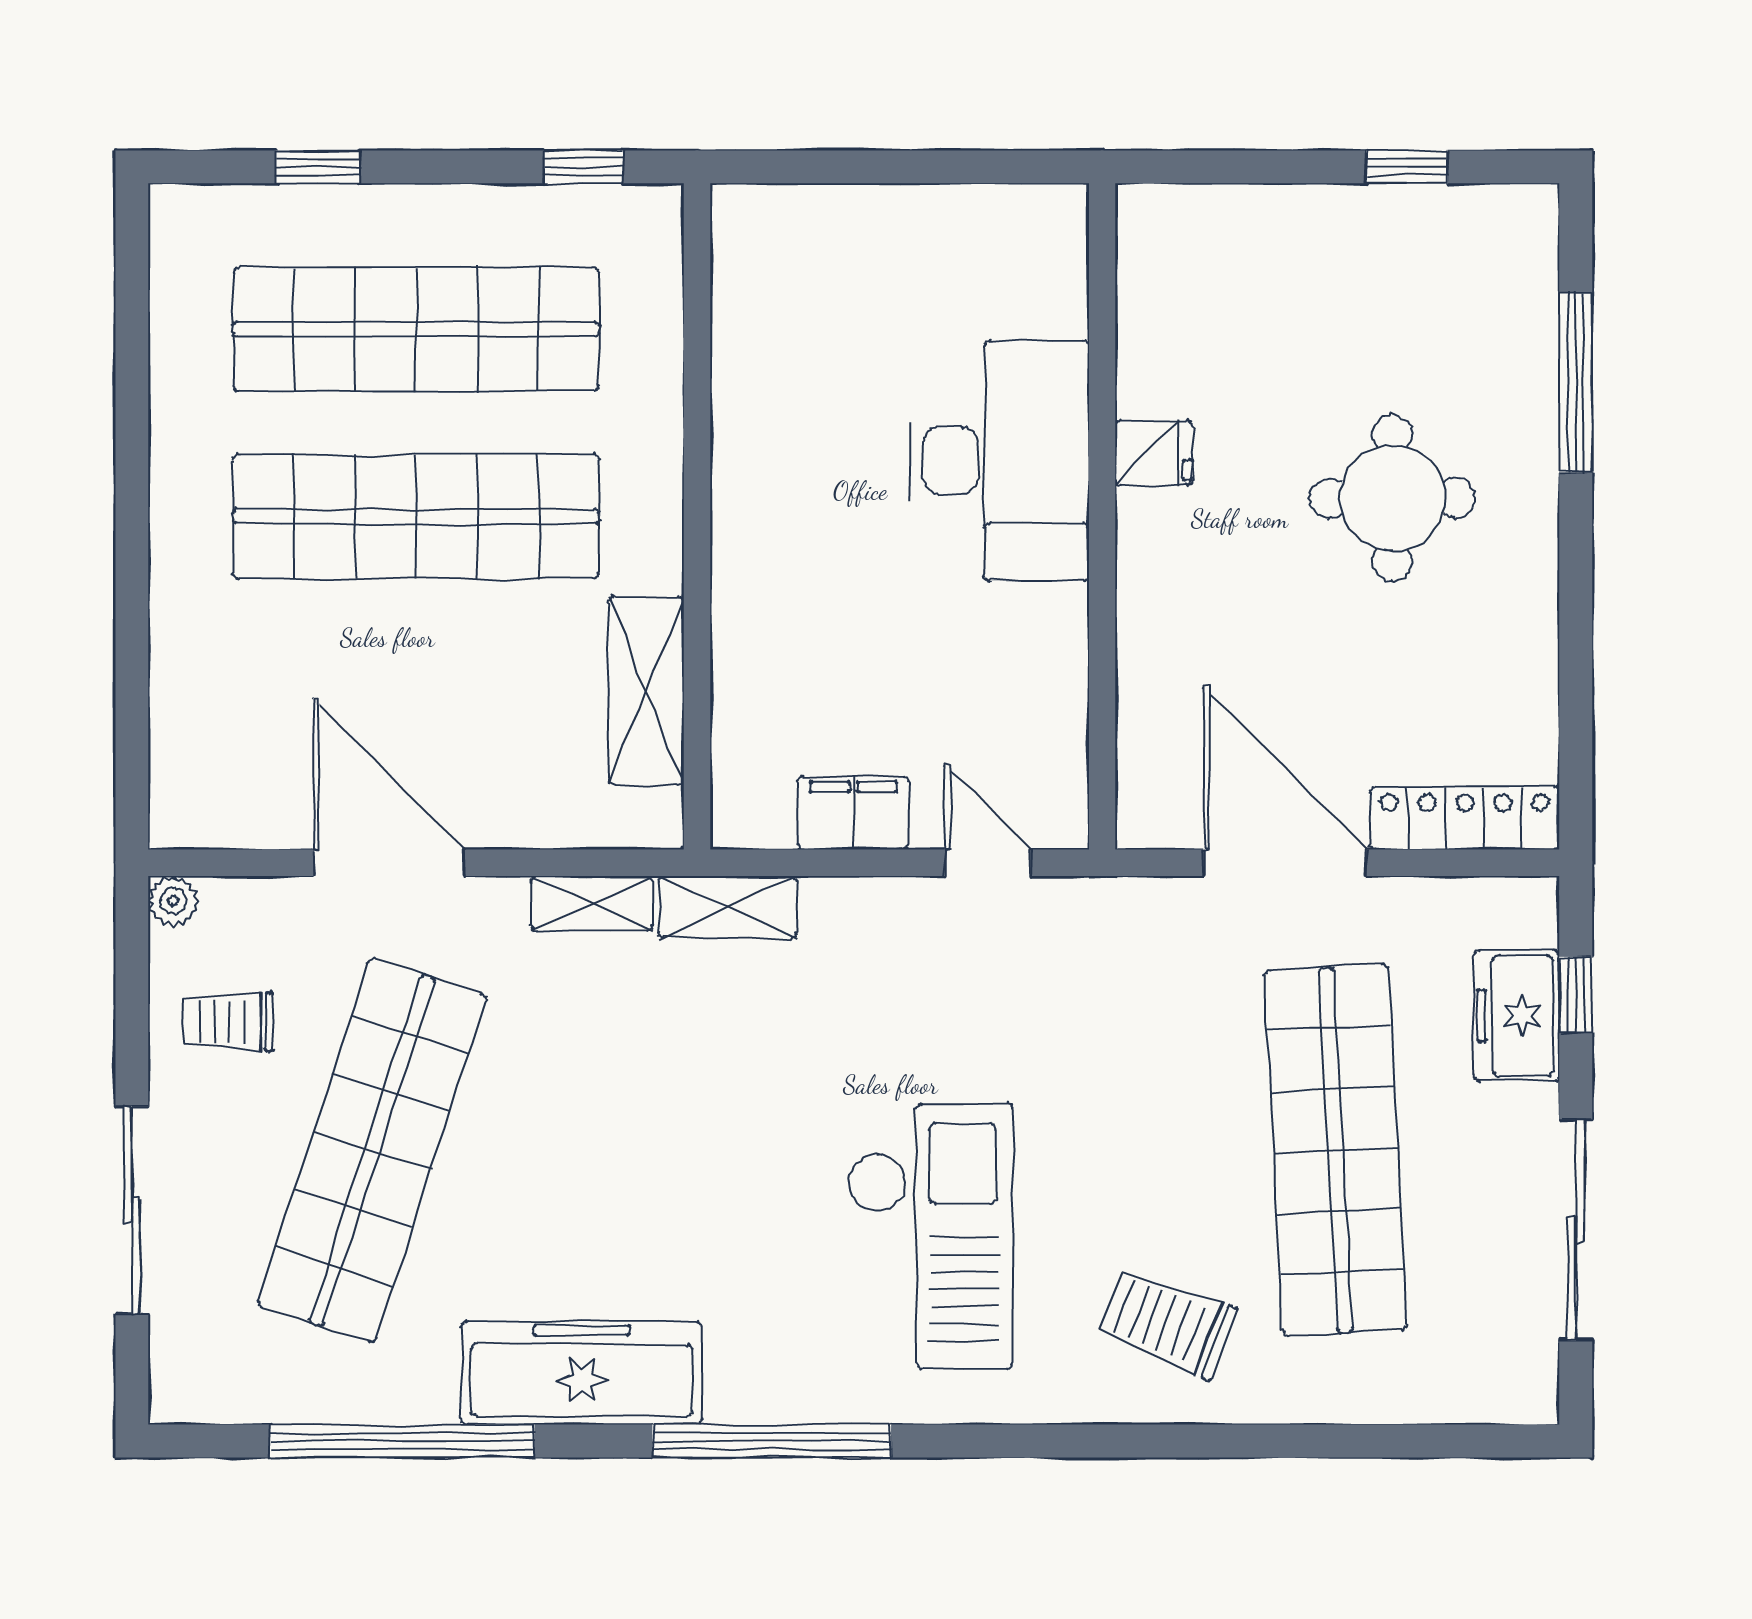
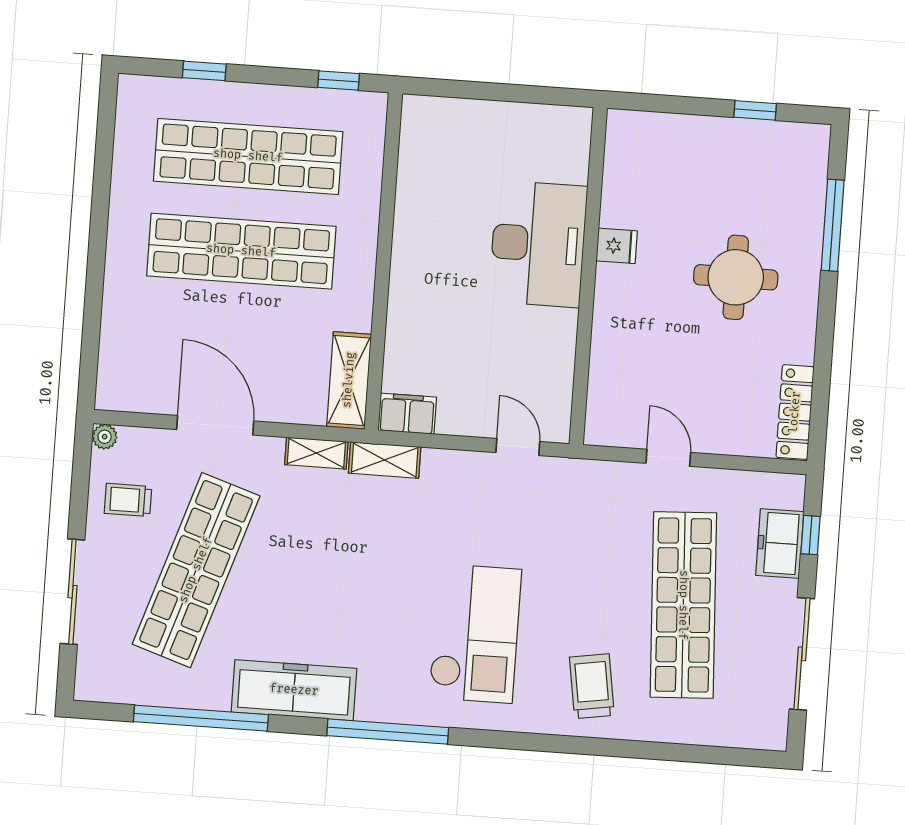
shelving: (646, 691) -> (349, 380), moved
filing cabinet: (853, 813) -> (407, 414), moved
locker: (1465, 818) -> (795, 412), moved, turned -90
door: (1285, 863) -> (668, 458), width x0.53
trolley: (1167, 1323) -> (592, 686), turned 60

